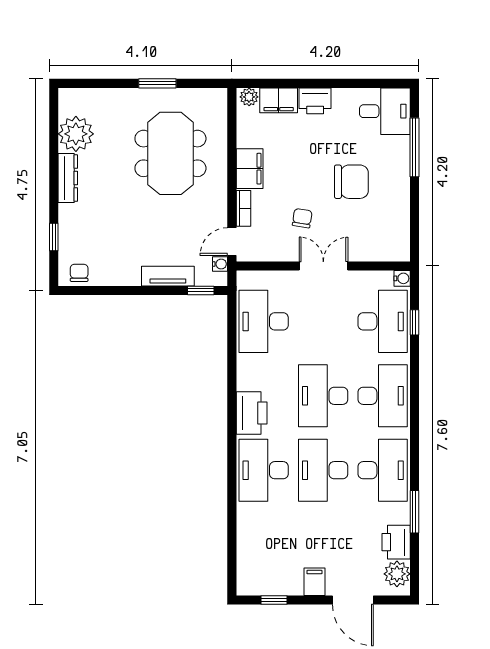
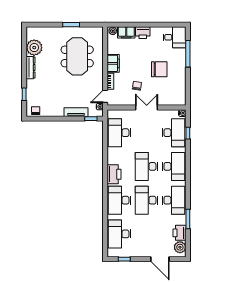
desk: (264, 545) -> (119, 234), added
filing cabinet: (314, 582) -> (142, 251), removed

